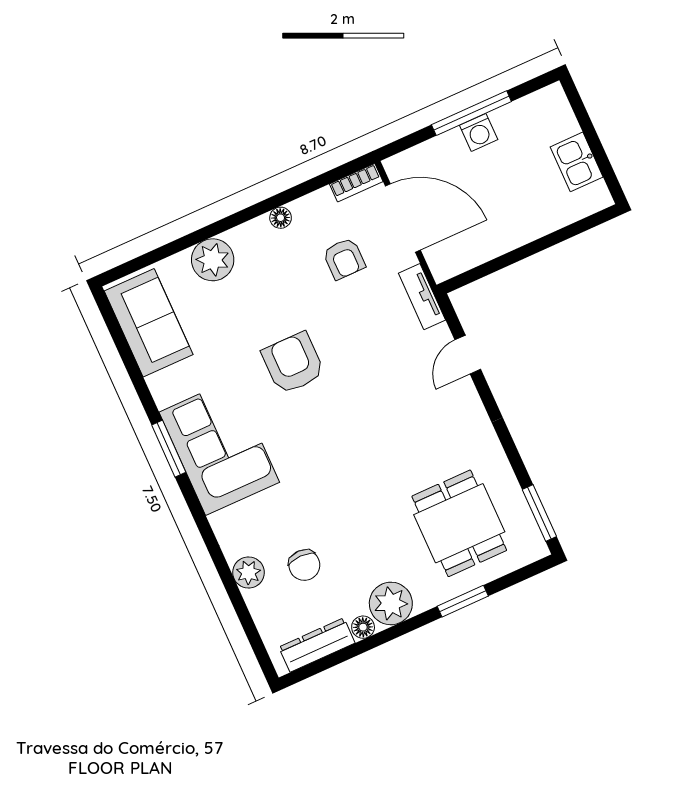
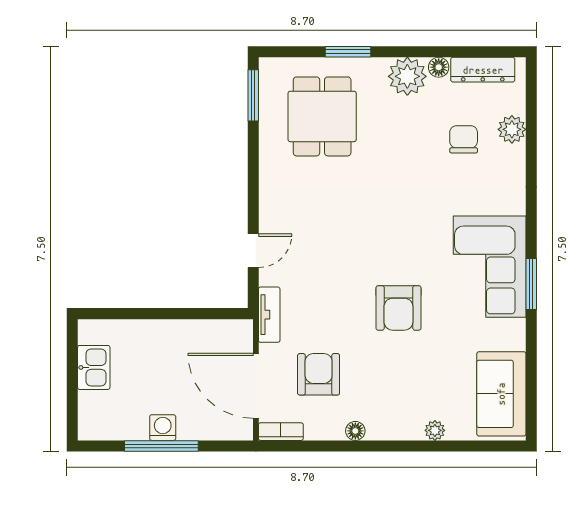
armchair: (344, 259) -> (319, 374), width x1.38, depth x1.38
plant: (213, 260) -> (435, 430), width x0.53, depth x0.53
plant: (248, 573) -> (512, 129), moved

